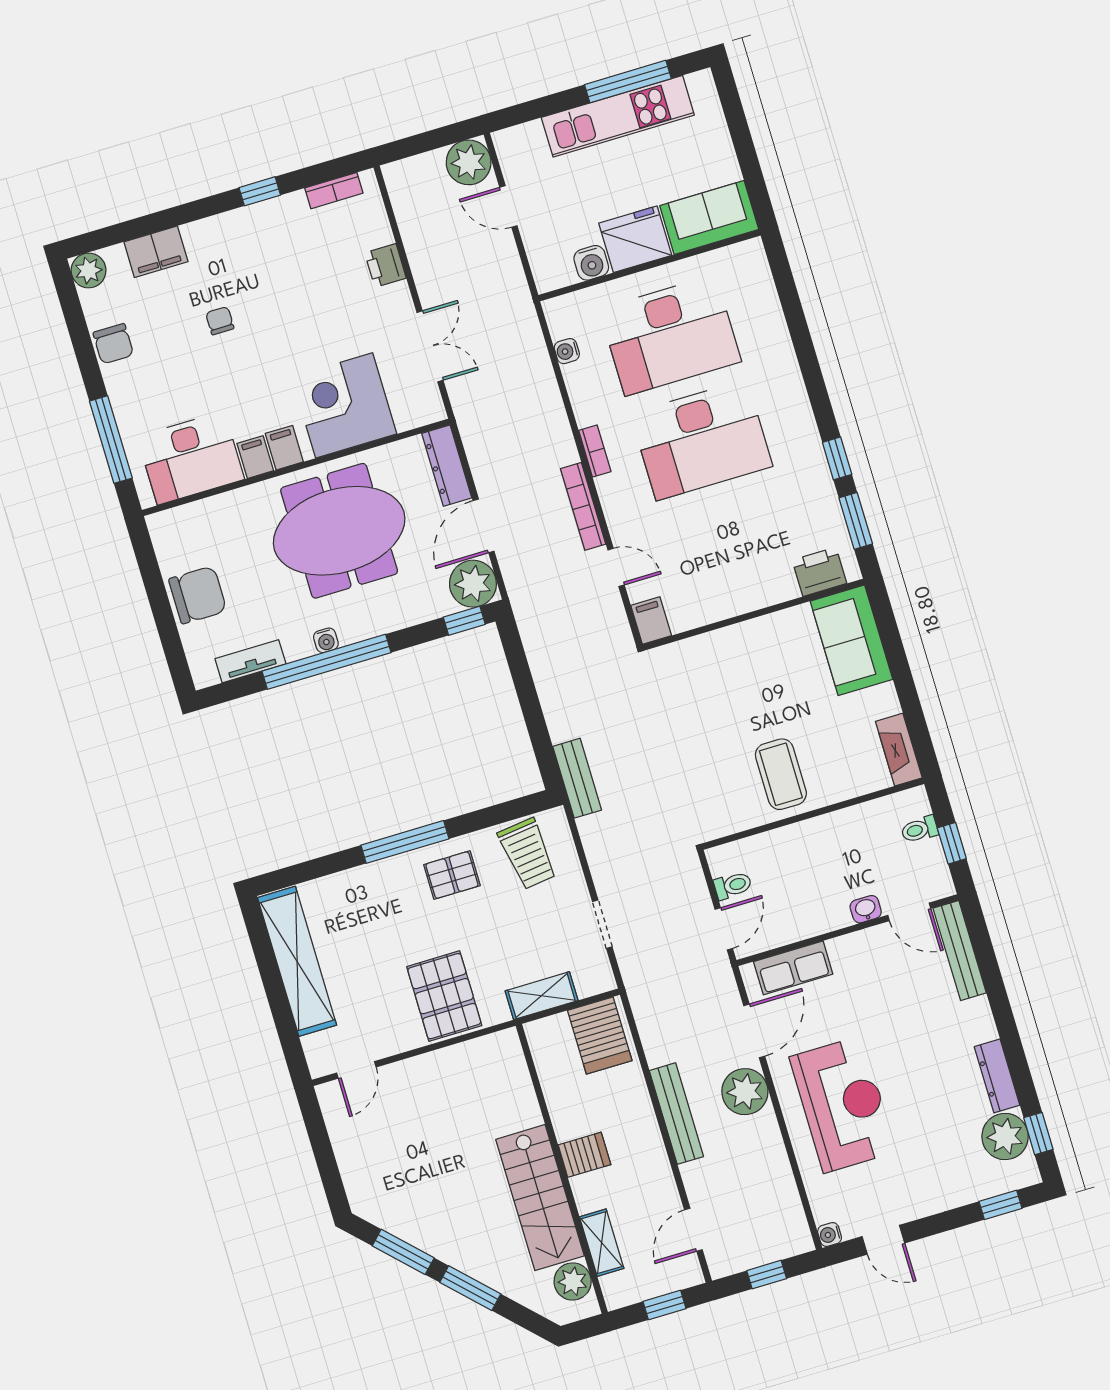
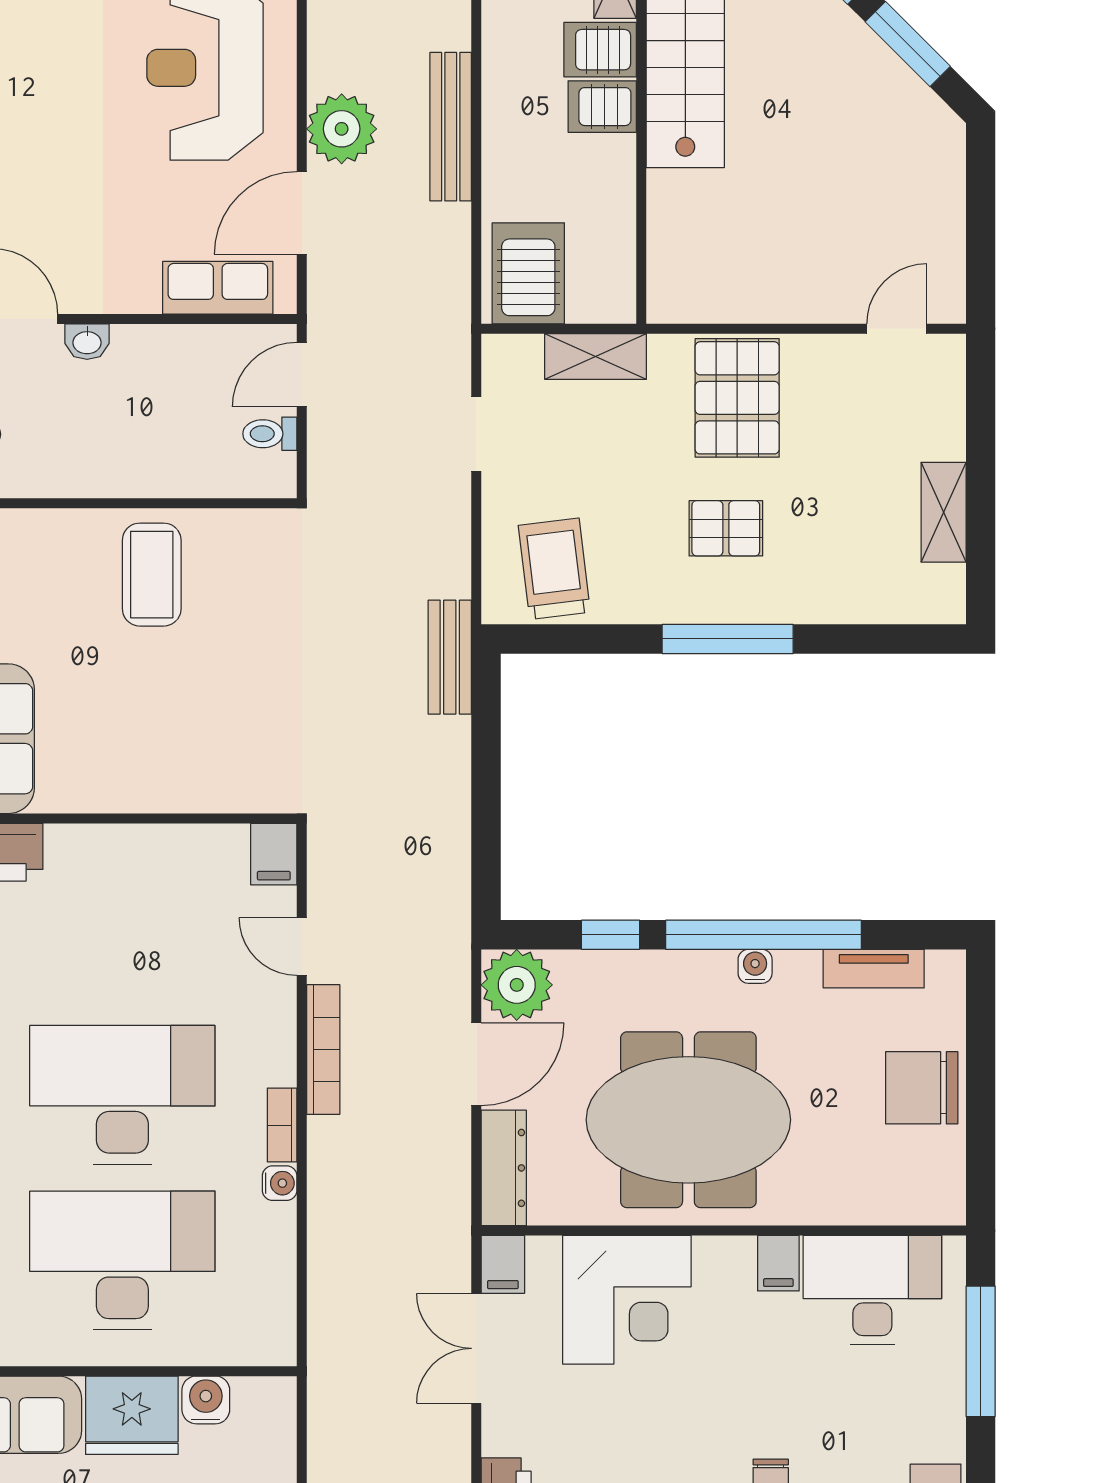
water cooler: (567, 351) -> (280, 1183), moved
filing cabinet: (284, 448) -> (503, 1264), moved
window: (464, 621) -> (611, 935), moved
pallet: (452, 875) -> (726, 528), moved
shelving: (297, 961) -> (944, 512), width x0.45, depth x0.75
server rack: (596, 1190) -> (600, 50), added

